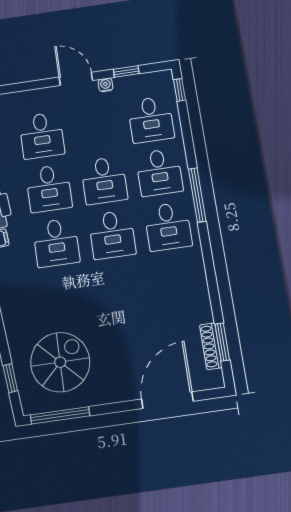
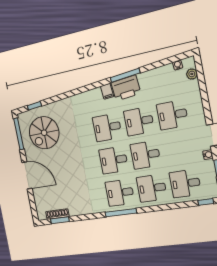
window: (197, 195) -> (121, 213), moved
spiral stairs: (60, 362) -> (44, 133), turned 90
door: (167, 400) -> (27, 175), moved

